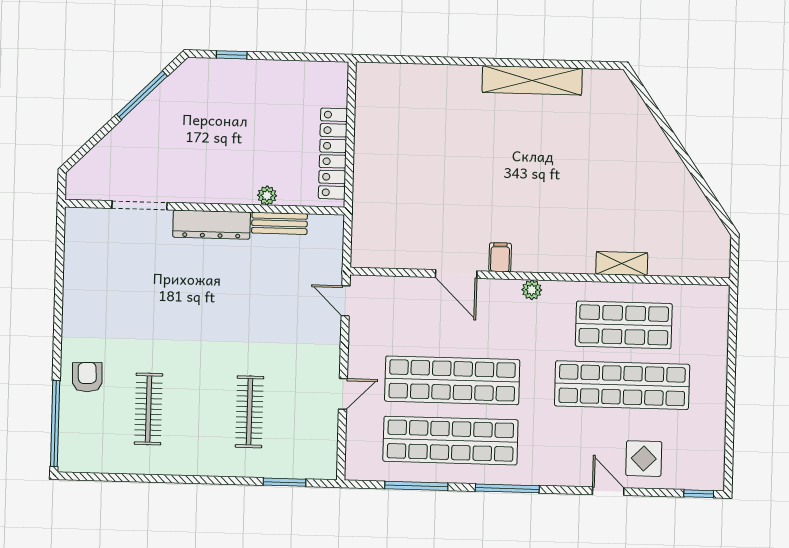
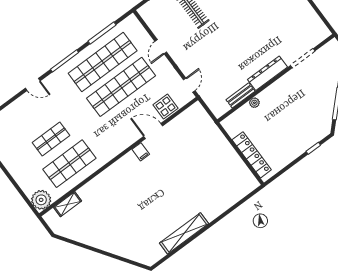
locker: (333, 154) -> (252, 155), moved
shelving: (622, 264) -> (68, 204), moved
plant: (532, 290) -> (41, 200), moved, width x1.88, depth x1.88
door: (346, 301) -> (189, 85), hinge flipped
shop shelf: (622, 385) -> (51, 139), width x0.50, depth x0.74
display table: (644, 459) -> (166, 106), moved
door: (608, 491) -> (33, 84), moved

